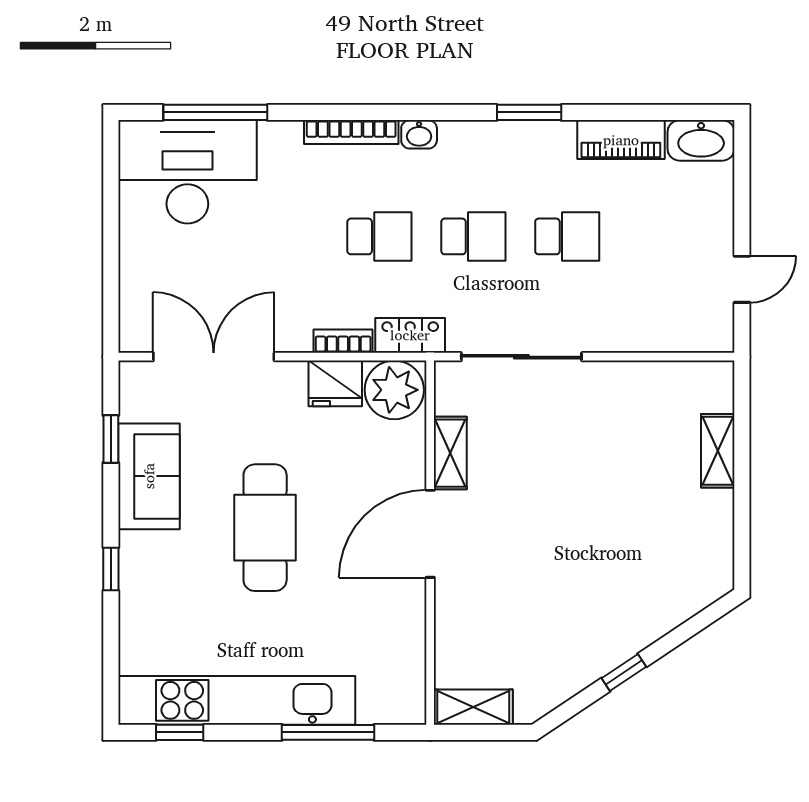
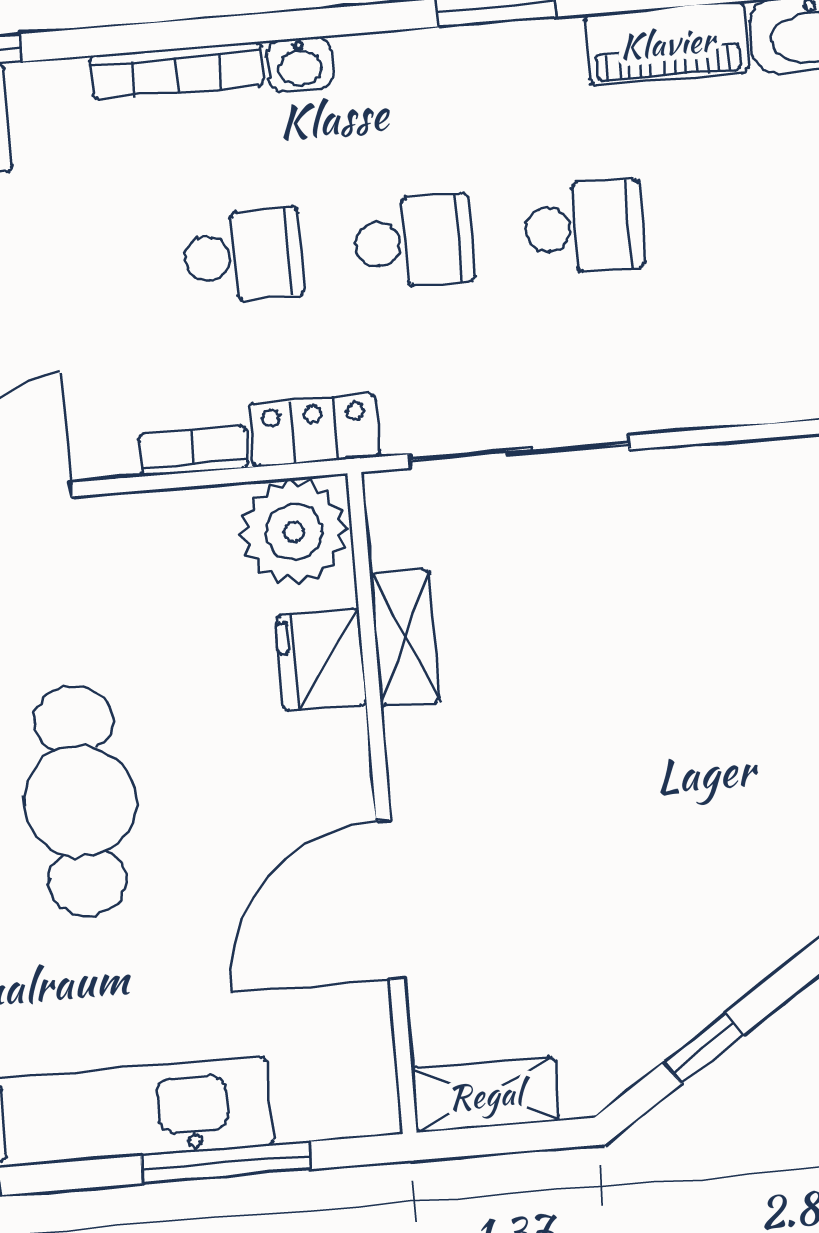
fridge: (335, 383) -> (321, 660), moved, turned 90
door: (430, 534) -> (390, 900), moved
window: (624, 672) -> (704, 1048), moved

